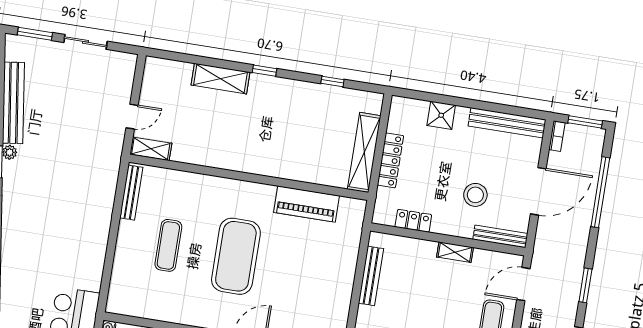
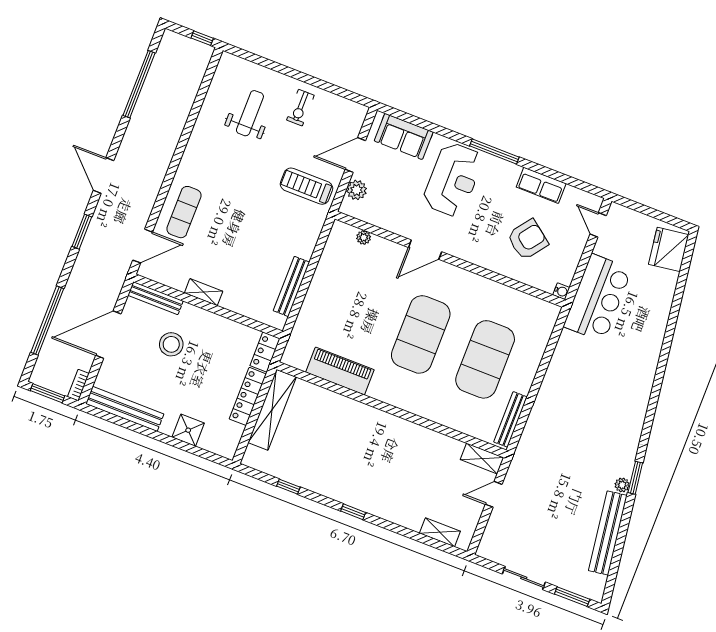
shelving: (220, 79) -> (440, 532), moved, width x0.67, depth x0.75
locker: (413, 221) -> (265, 352), moved, turned 90
exercise mat: (168, 245) -> (485, 359), width x2.00, depth x1.45

